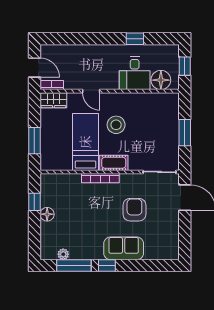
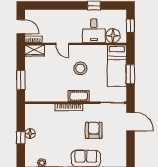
bed: (85, 142) -> (117, 66), moved, turned 180
window: (34, 202) -> (21, 138), moved

